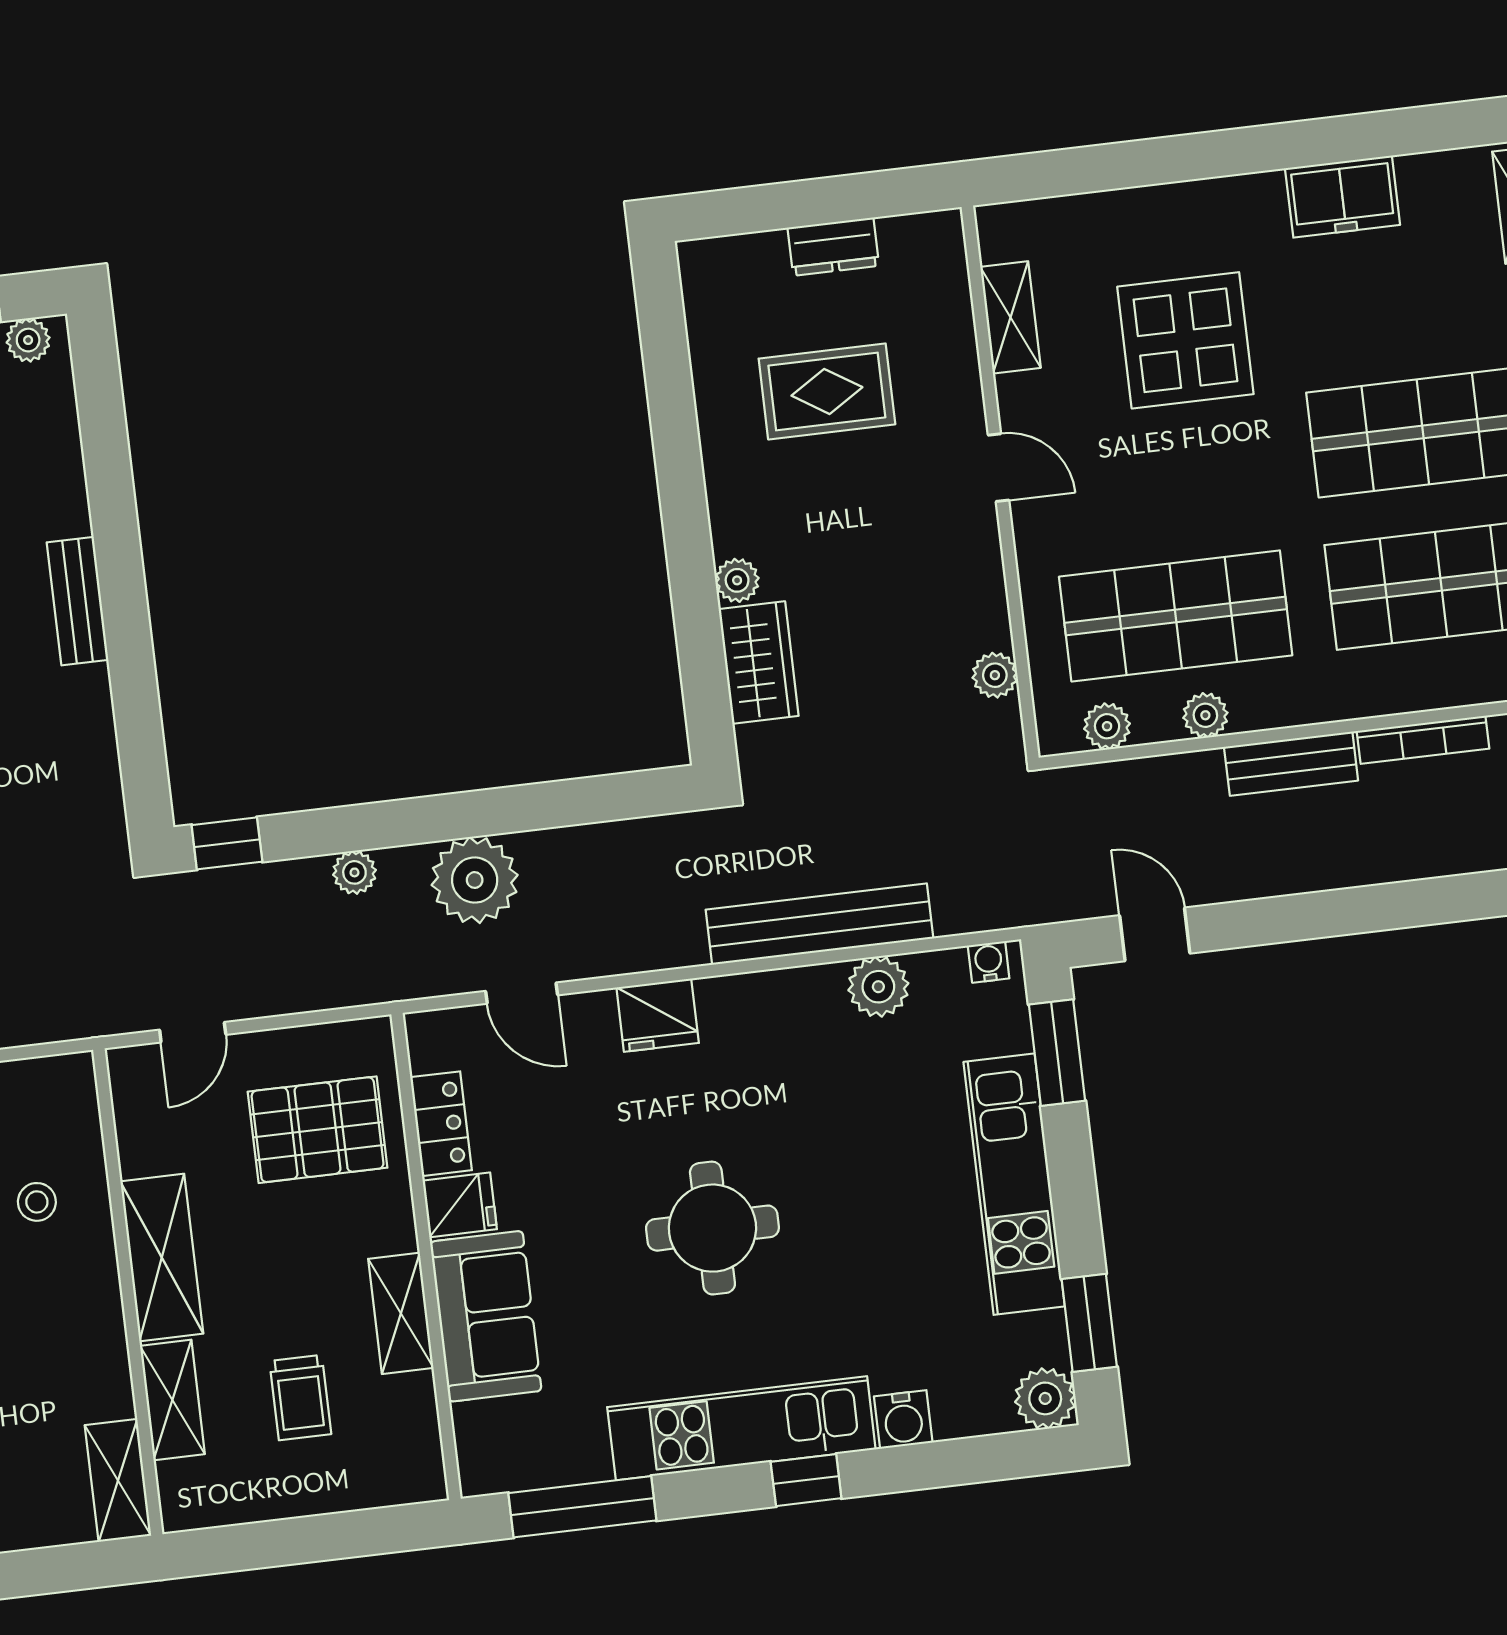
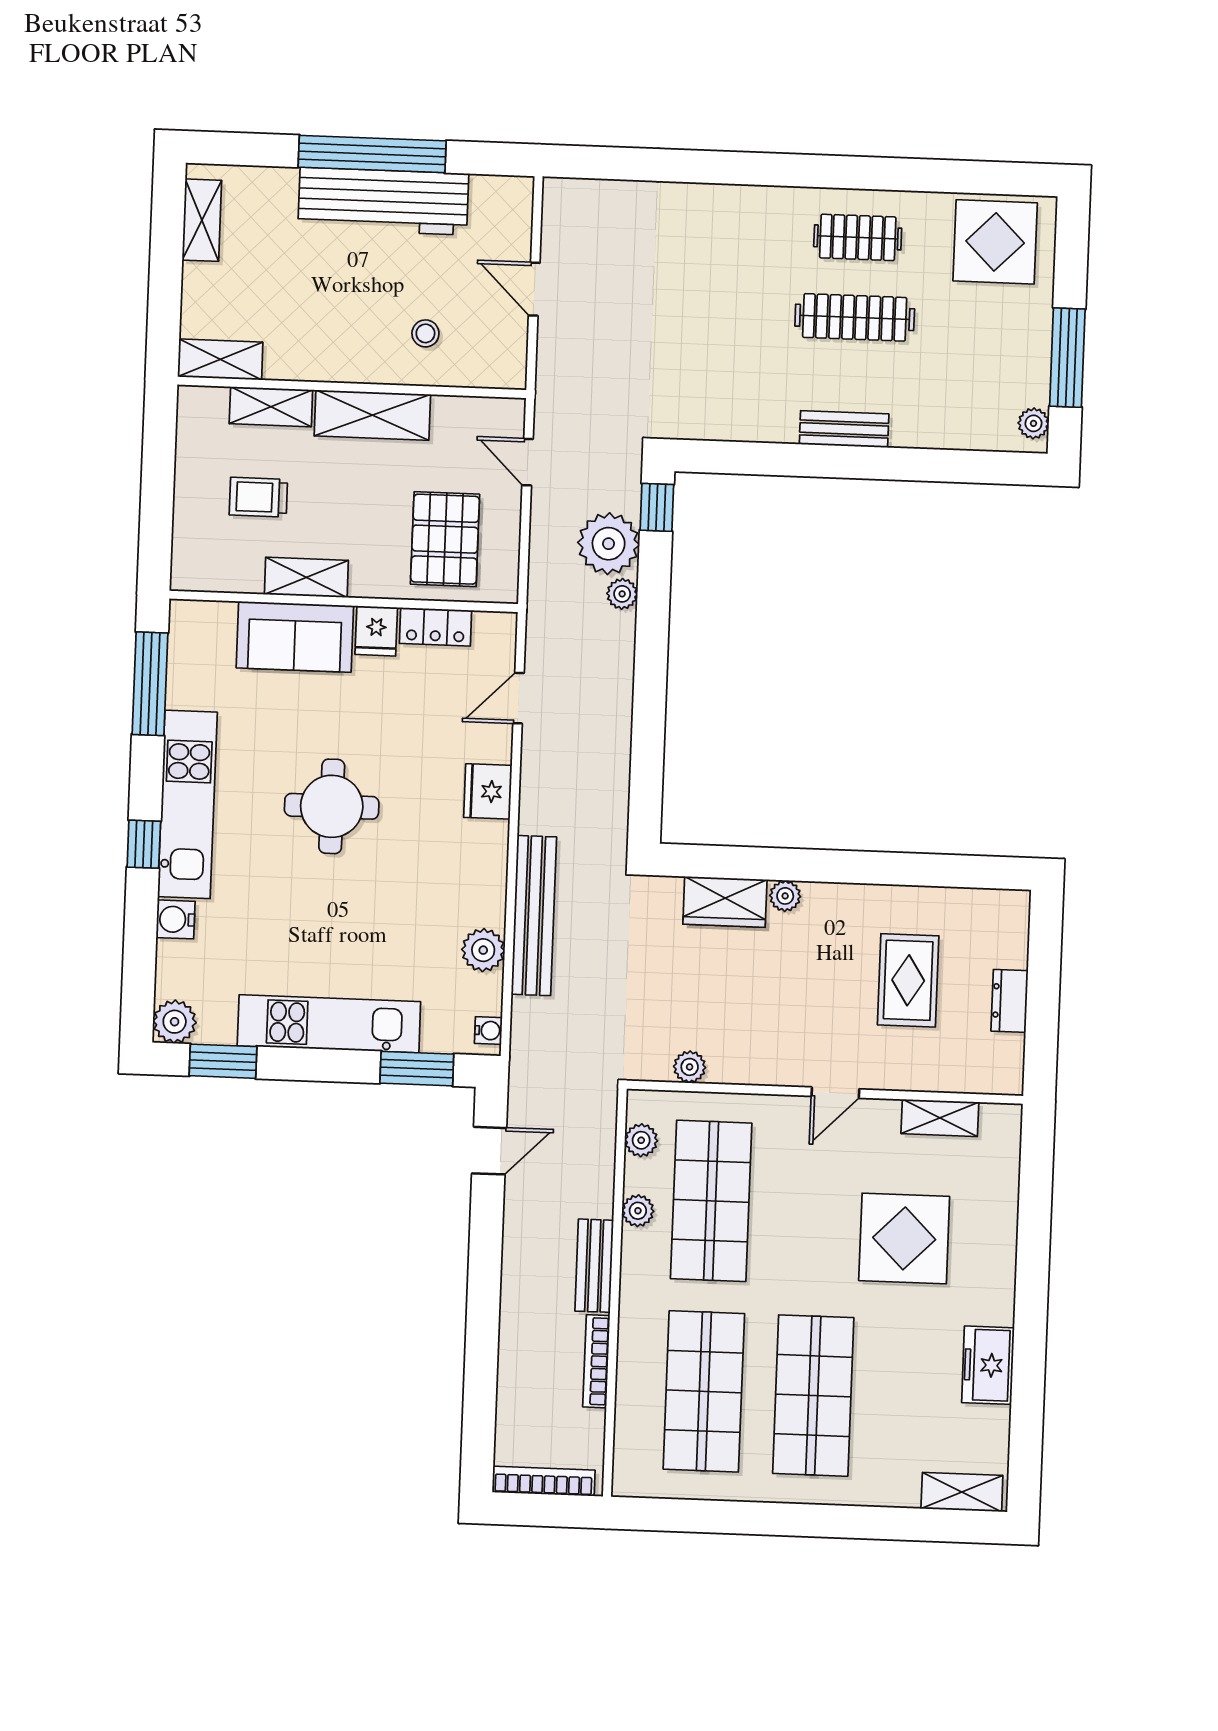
plant: (475, 880) -> (609, 544), moved

